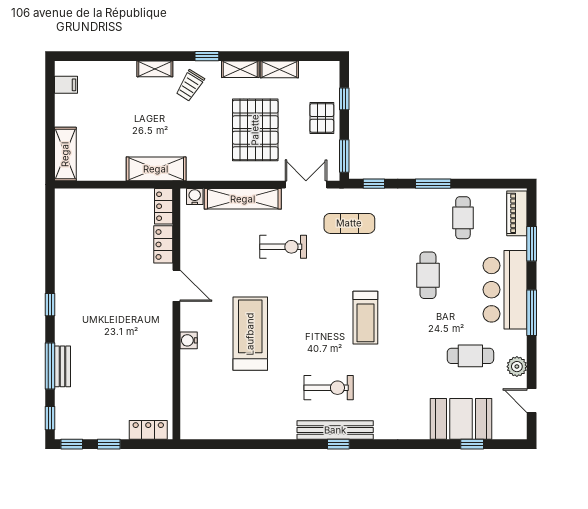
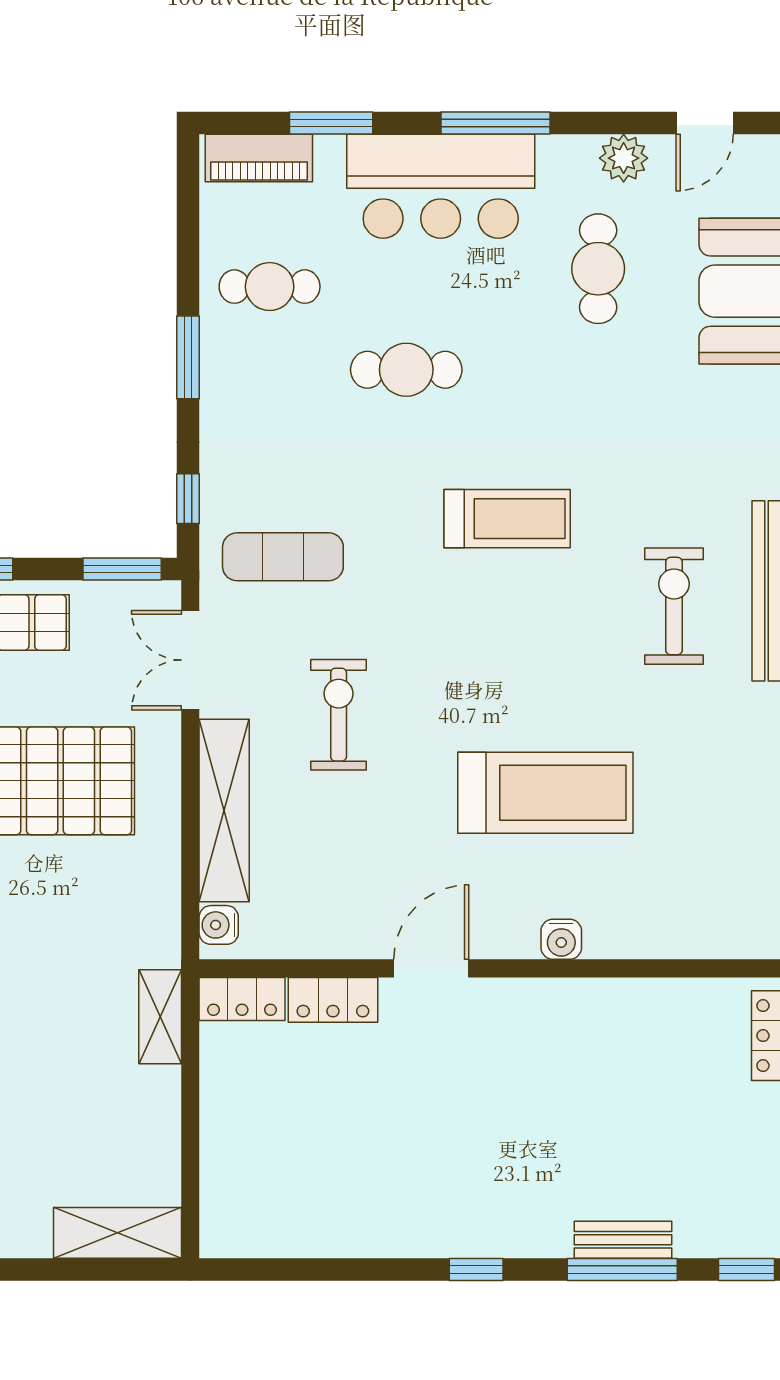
shelving: (156, 169) -> (160, 1017), width x0.67, depth x0.75
exercise mat: (349, 223) -> (283, 557), turned 90
treadmill: (250, 334) -> (545, 793), turned 180

